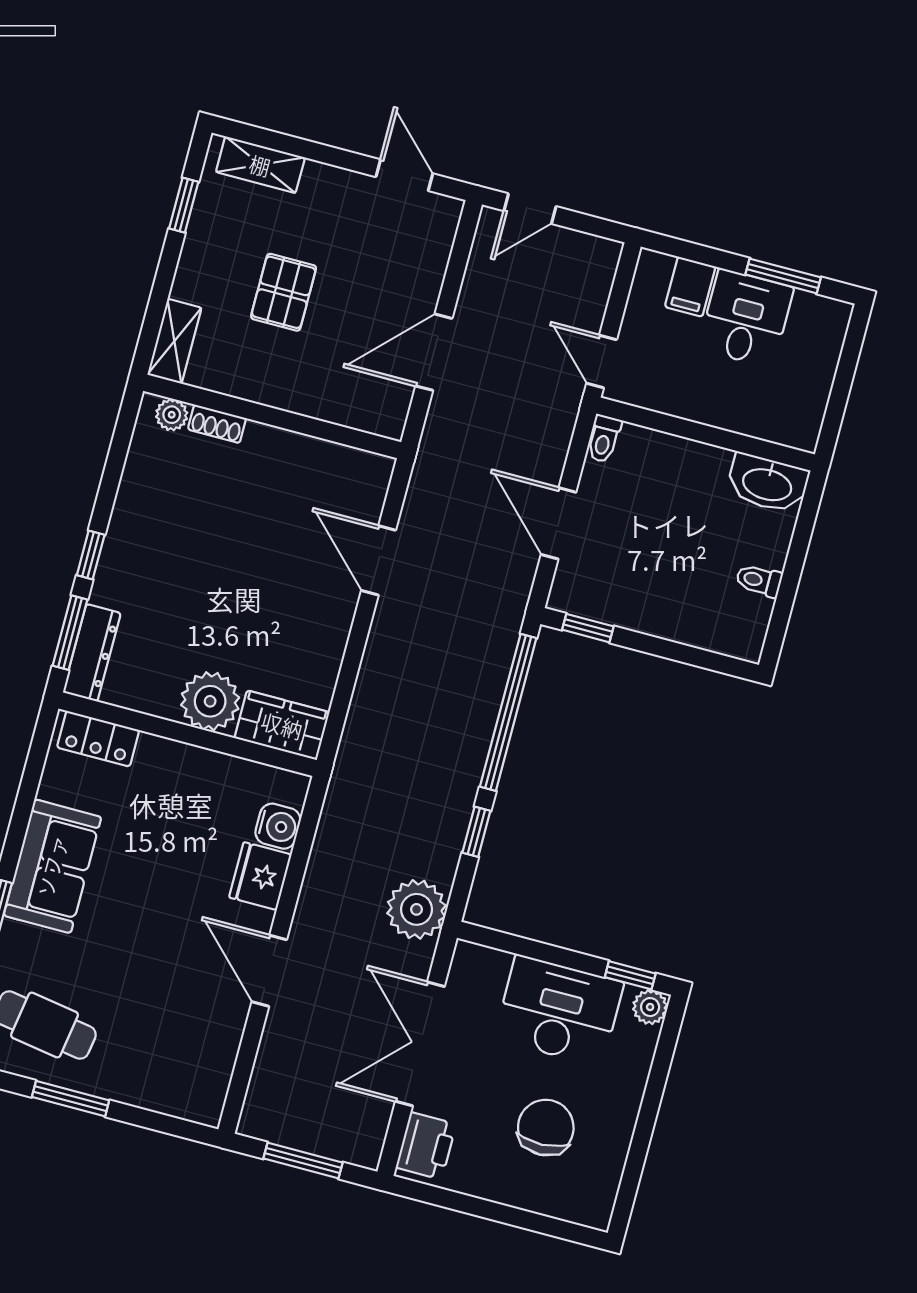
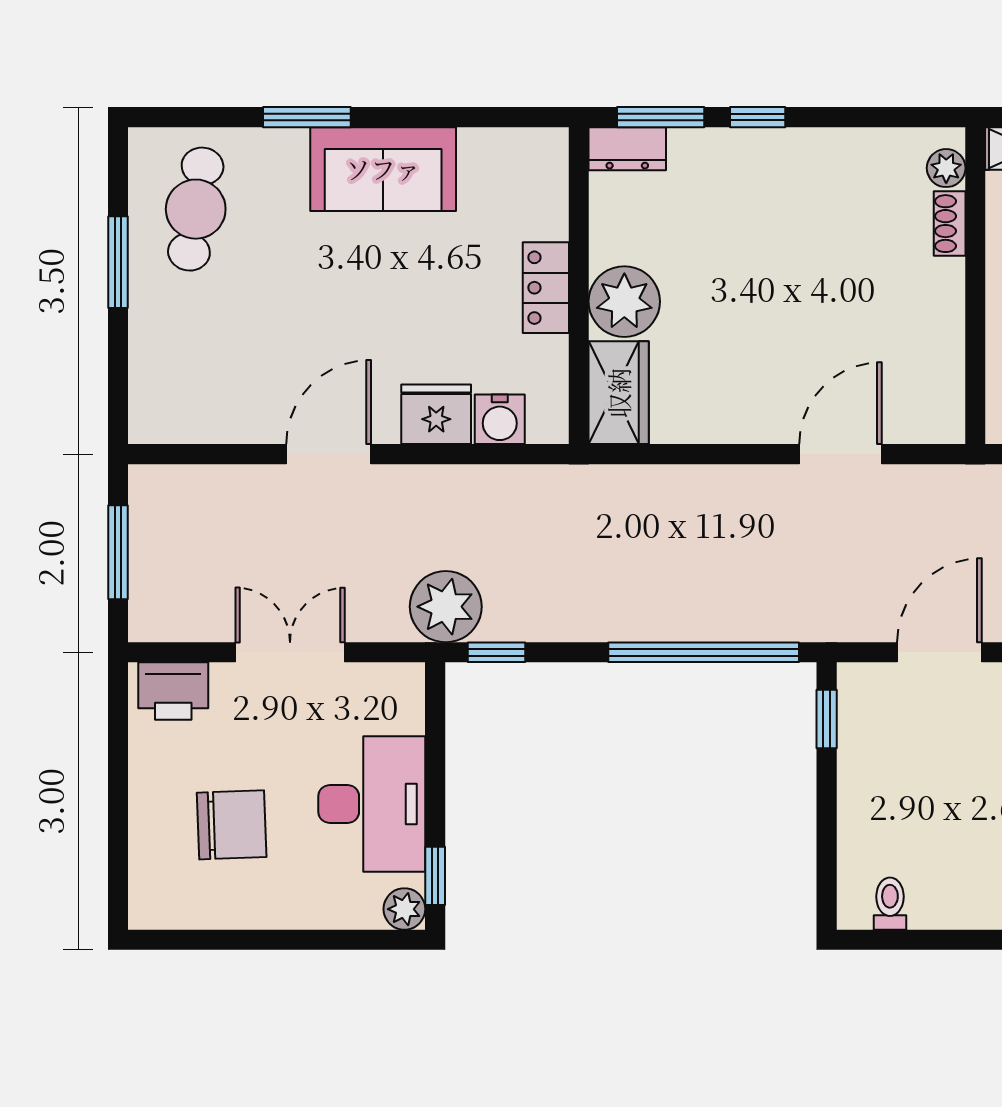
toilet: (759, 580) -> (890, 904), moved
dresser: (92, 653) -> (627, 149), width x0.70
locker: (98, 739) -> (546, 288), moved
window: (476, 832) -> (497, 652), moved
double door: (420, 1044) -> (290, 652), width x0.73

